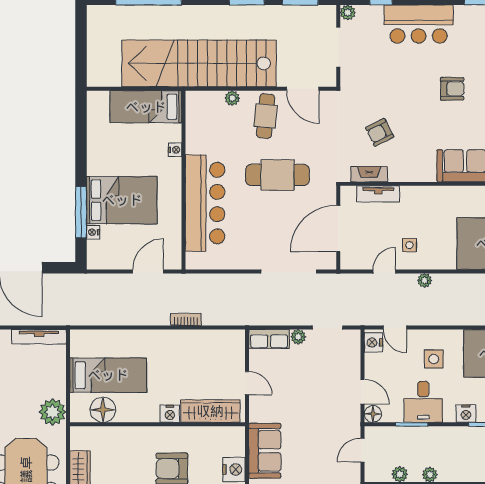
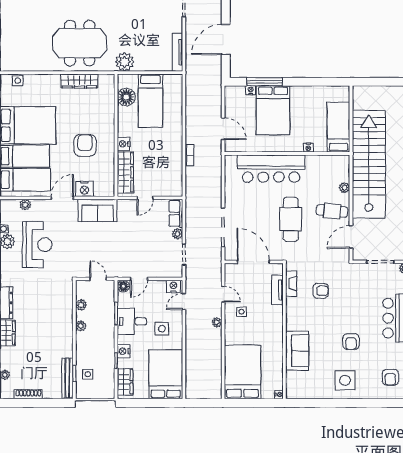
armchair: (380, 132) -> (321, 291), turned 117

